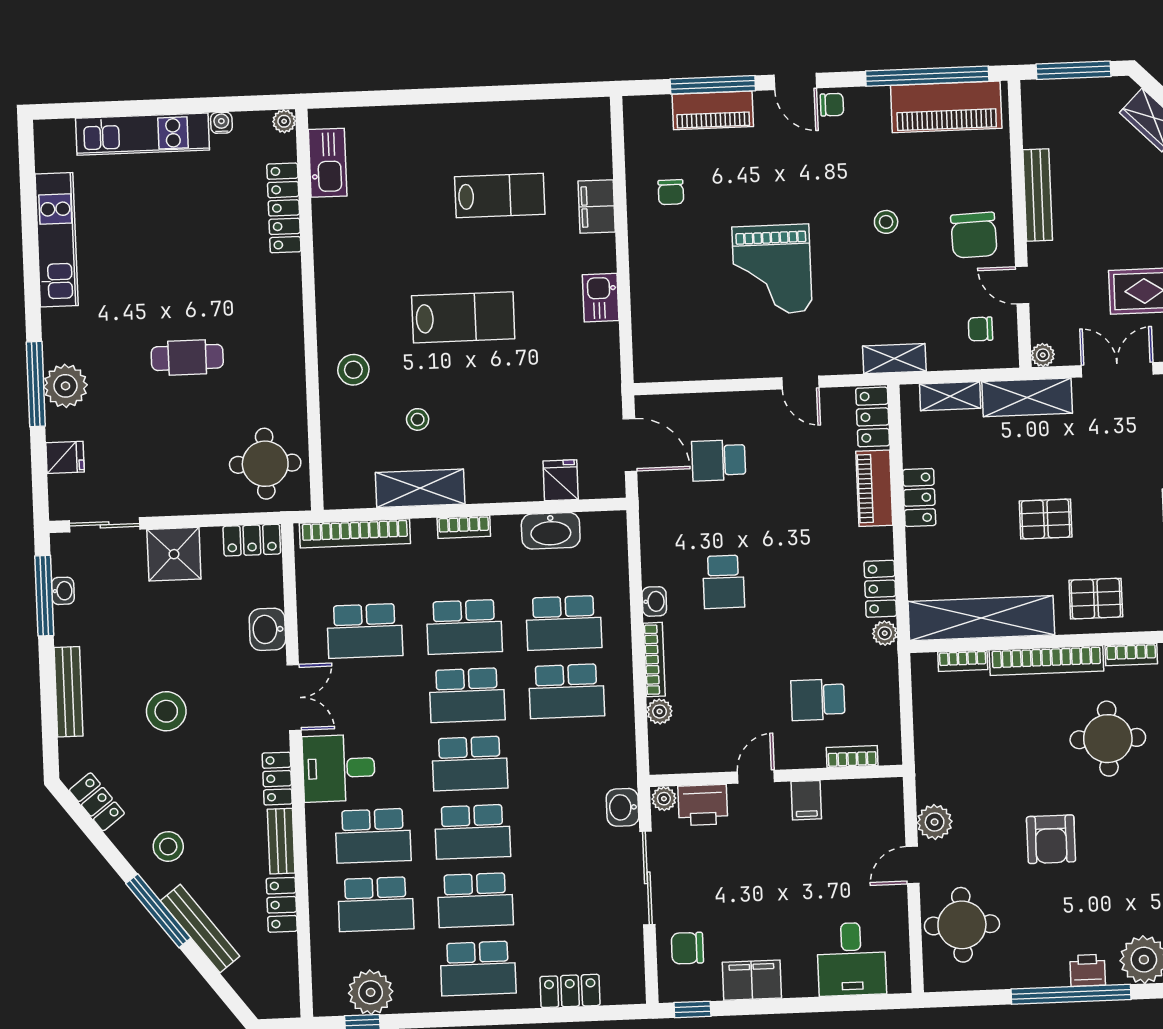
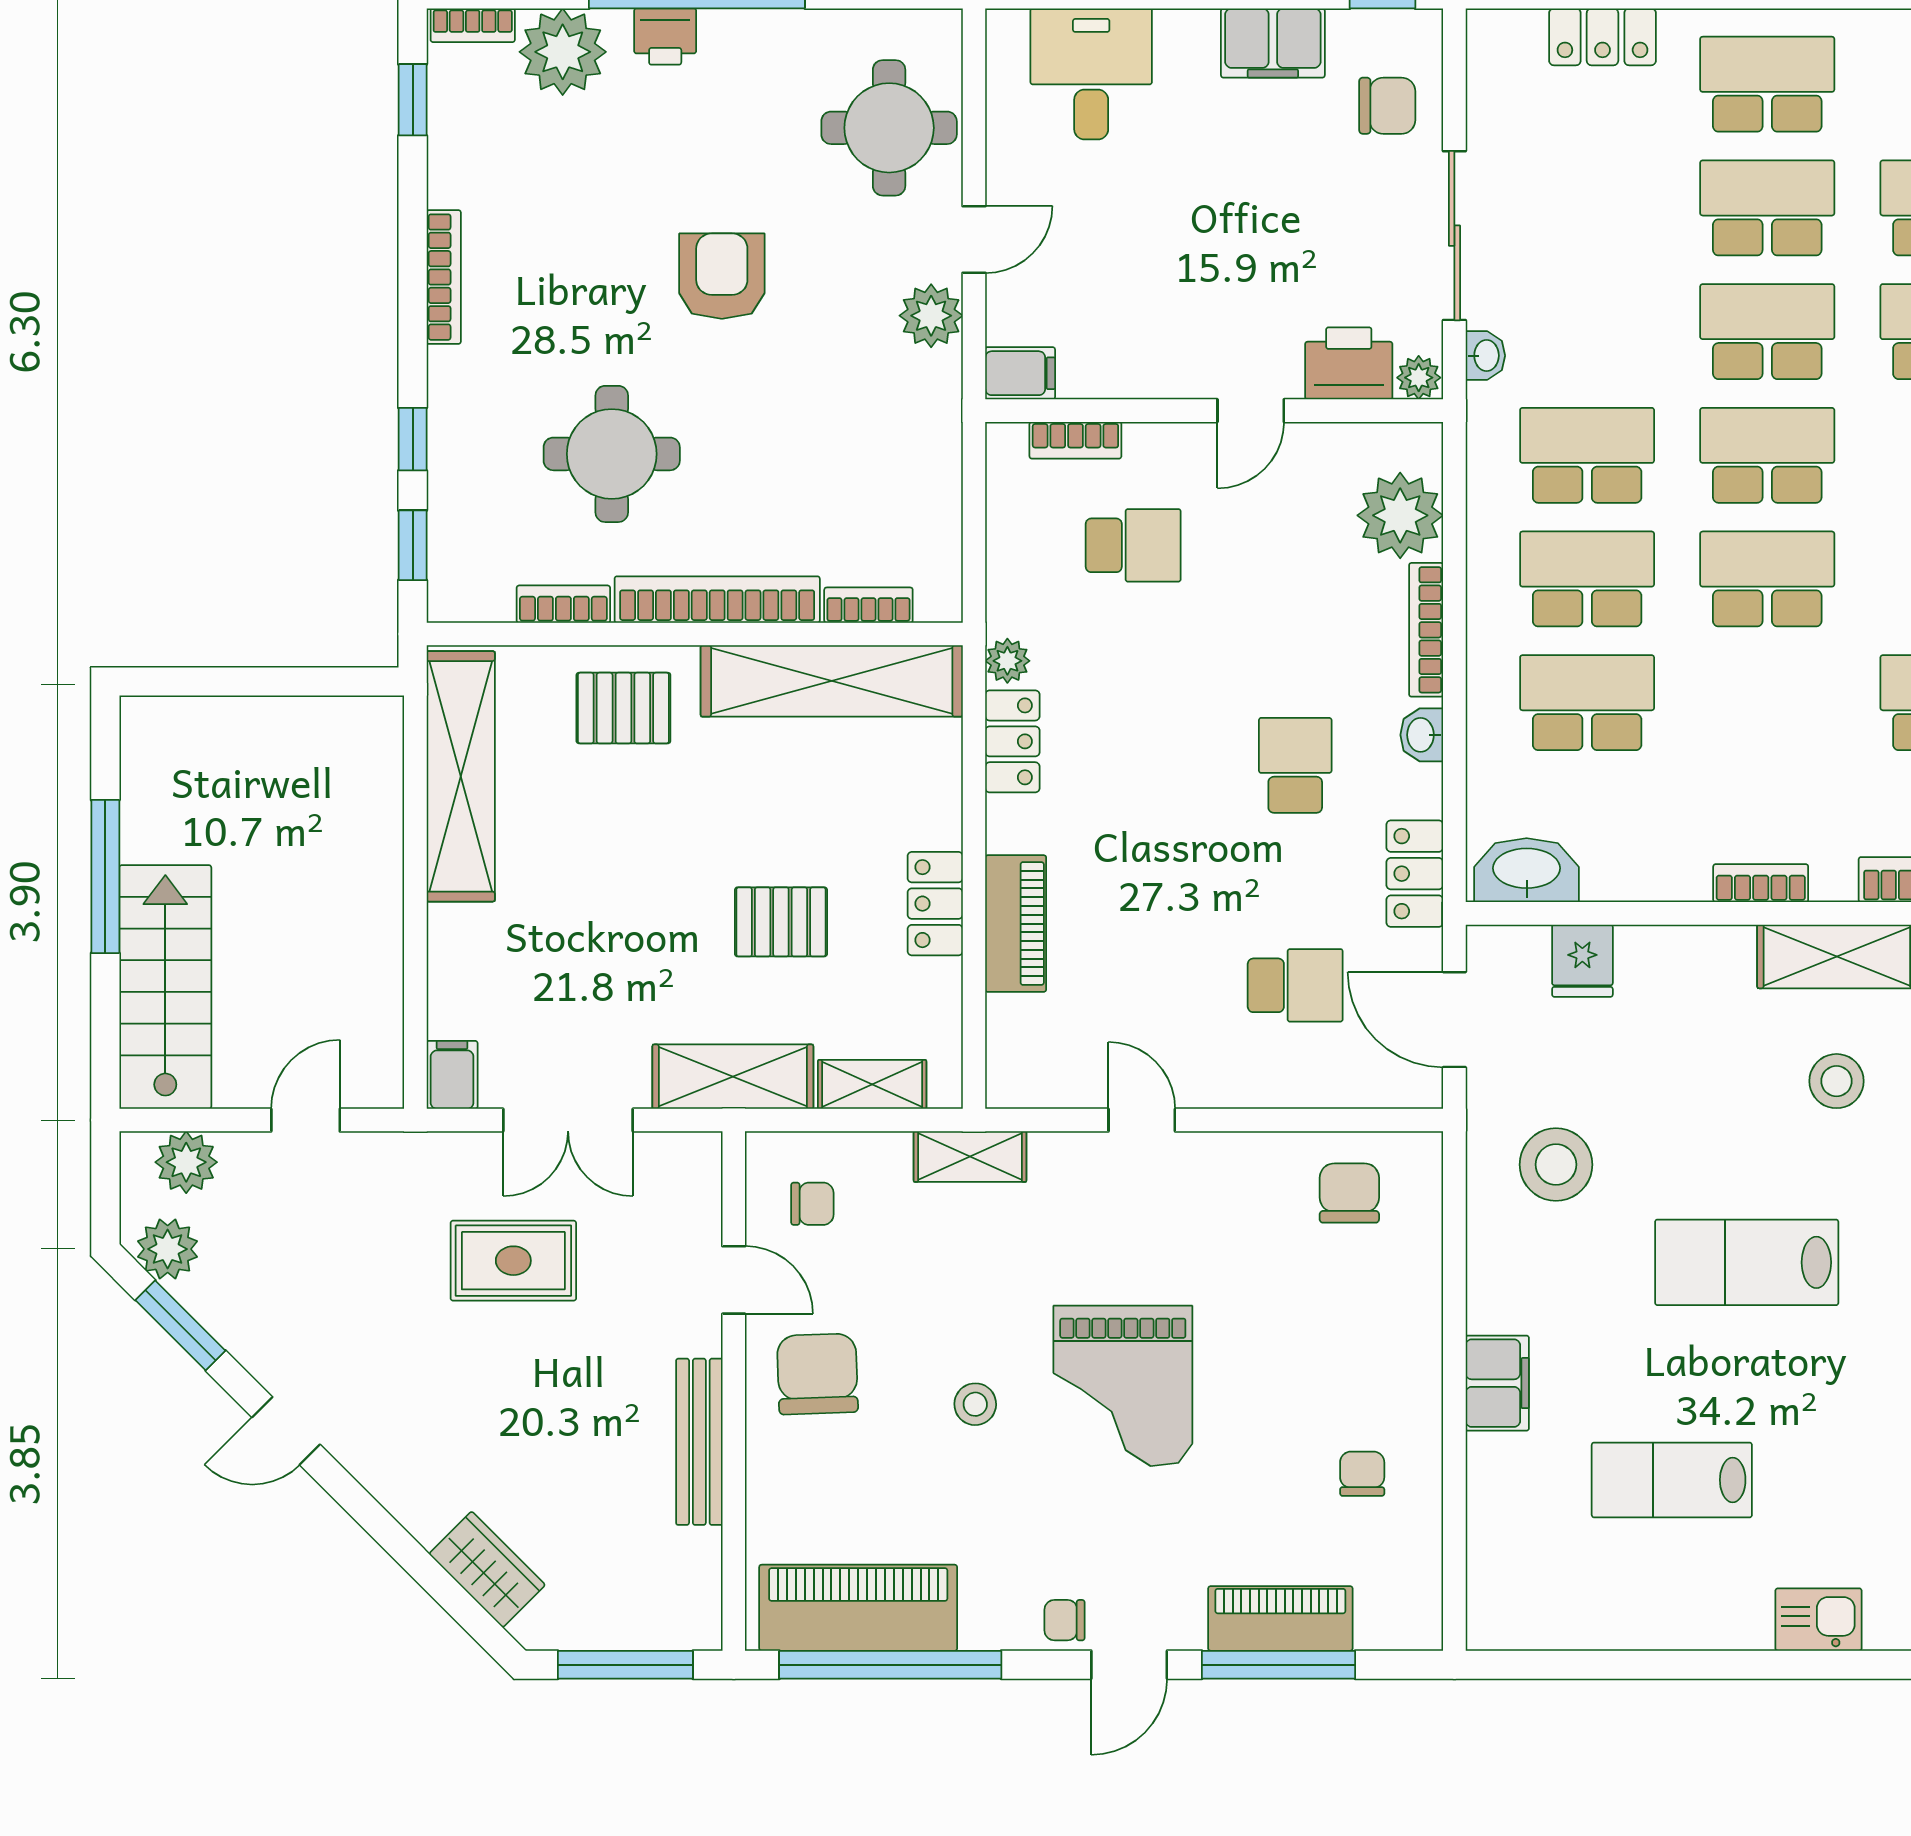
door: (795, 81) -> (1129, 1665), swing flipped
filing cabinet: (597, 207) -> (1497, 1383), moved
grand piano: (772, 270) -> (1123, 1386), moved, turned 180
kitchen sink: (601, 298) -> (1819, 1620), moved, turned -90
chair: (684, 347) -> (1349, 1193), added
plant: (1043, 355) -> (702, 1152), removed
stool: (571, 367) -> (1556, 1165), added
locker: (873, 417) -> (1415, 874), moved, turned 180
stool: (418, 419) -> (1837, 1081), width x1.37, depth x1.37
pallet: (1046, 519) -> (781, 922), moved
washbasin: (551, 531) -> (1527, 870), moved
school desk: (464, 627) -> (1587, 455), moved
plant: (660, 711) -> (1400, 515), width x1.88, depth x1.88
filing cabinet: (806, 800) -> (1020, 373), moved, turned 90
washbasin: (623, 807) -> (1485, 356), width x0.72, depth x0.69

